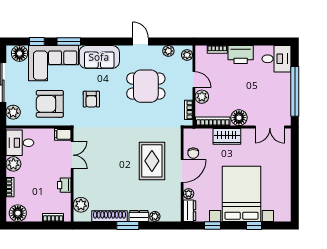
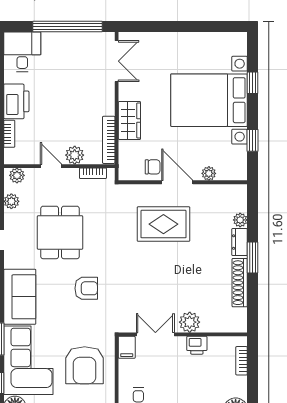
door: (194, 80) -> (51, 166), hinge flipped
armchair: (91, 99) -> (86, 288), moved
floor lamp: (239, 118) -> (104, 104), removed
plant: (81, 205) -> (190, 322), moved
dresser: (190, 211) -> (232, 172), removed

